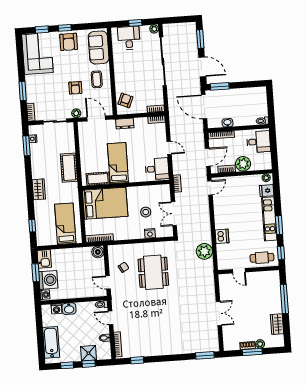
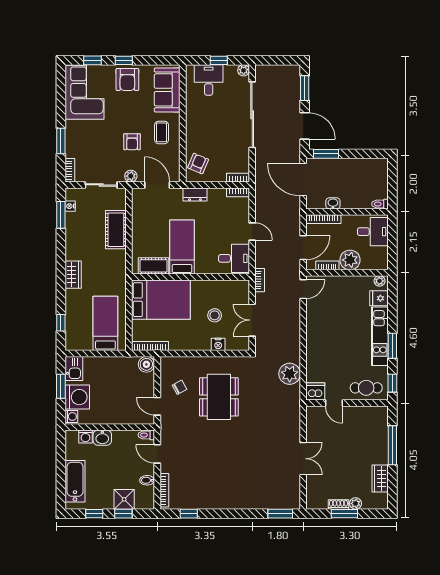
cot: (69, 168) -> (116, 230), moved
dishwasher: (222, 236) -> (315, 391), moved, turned -90

